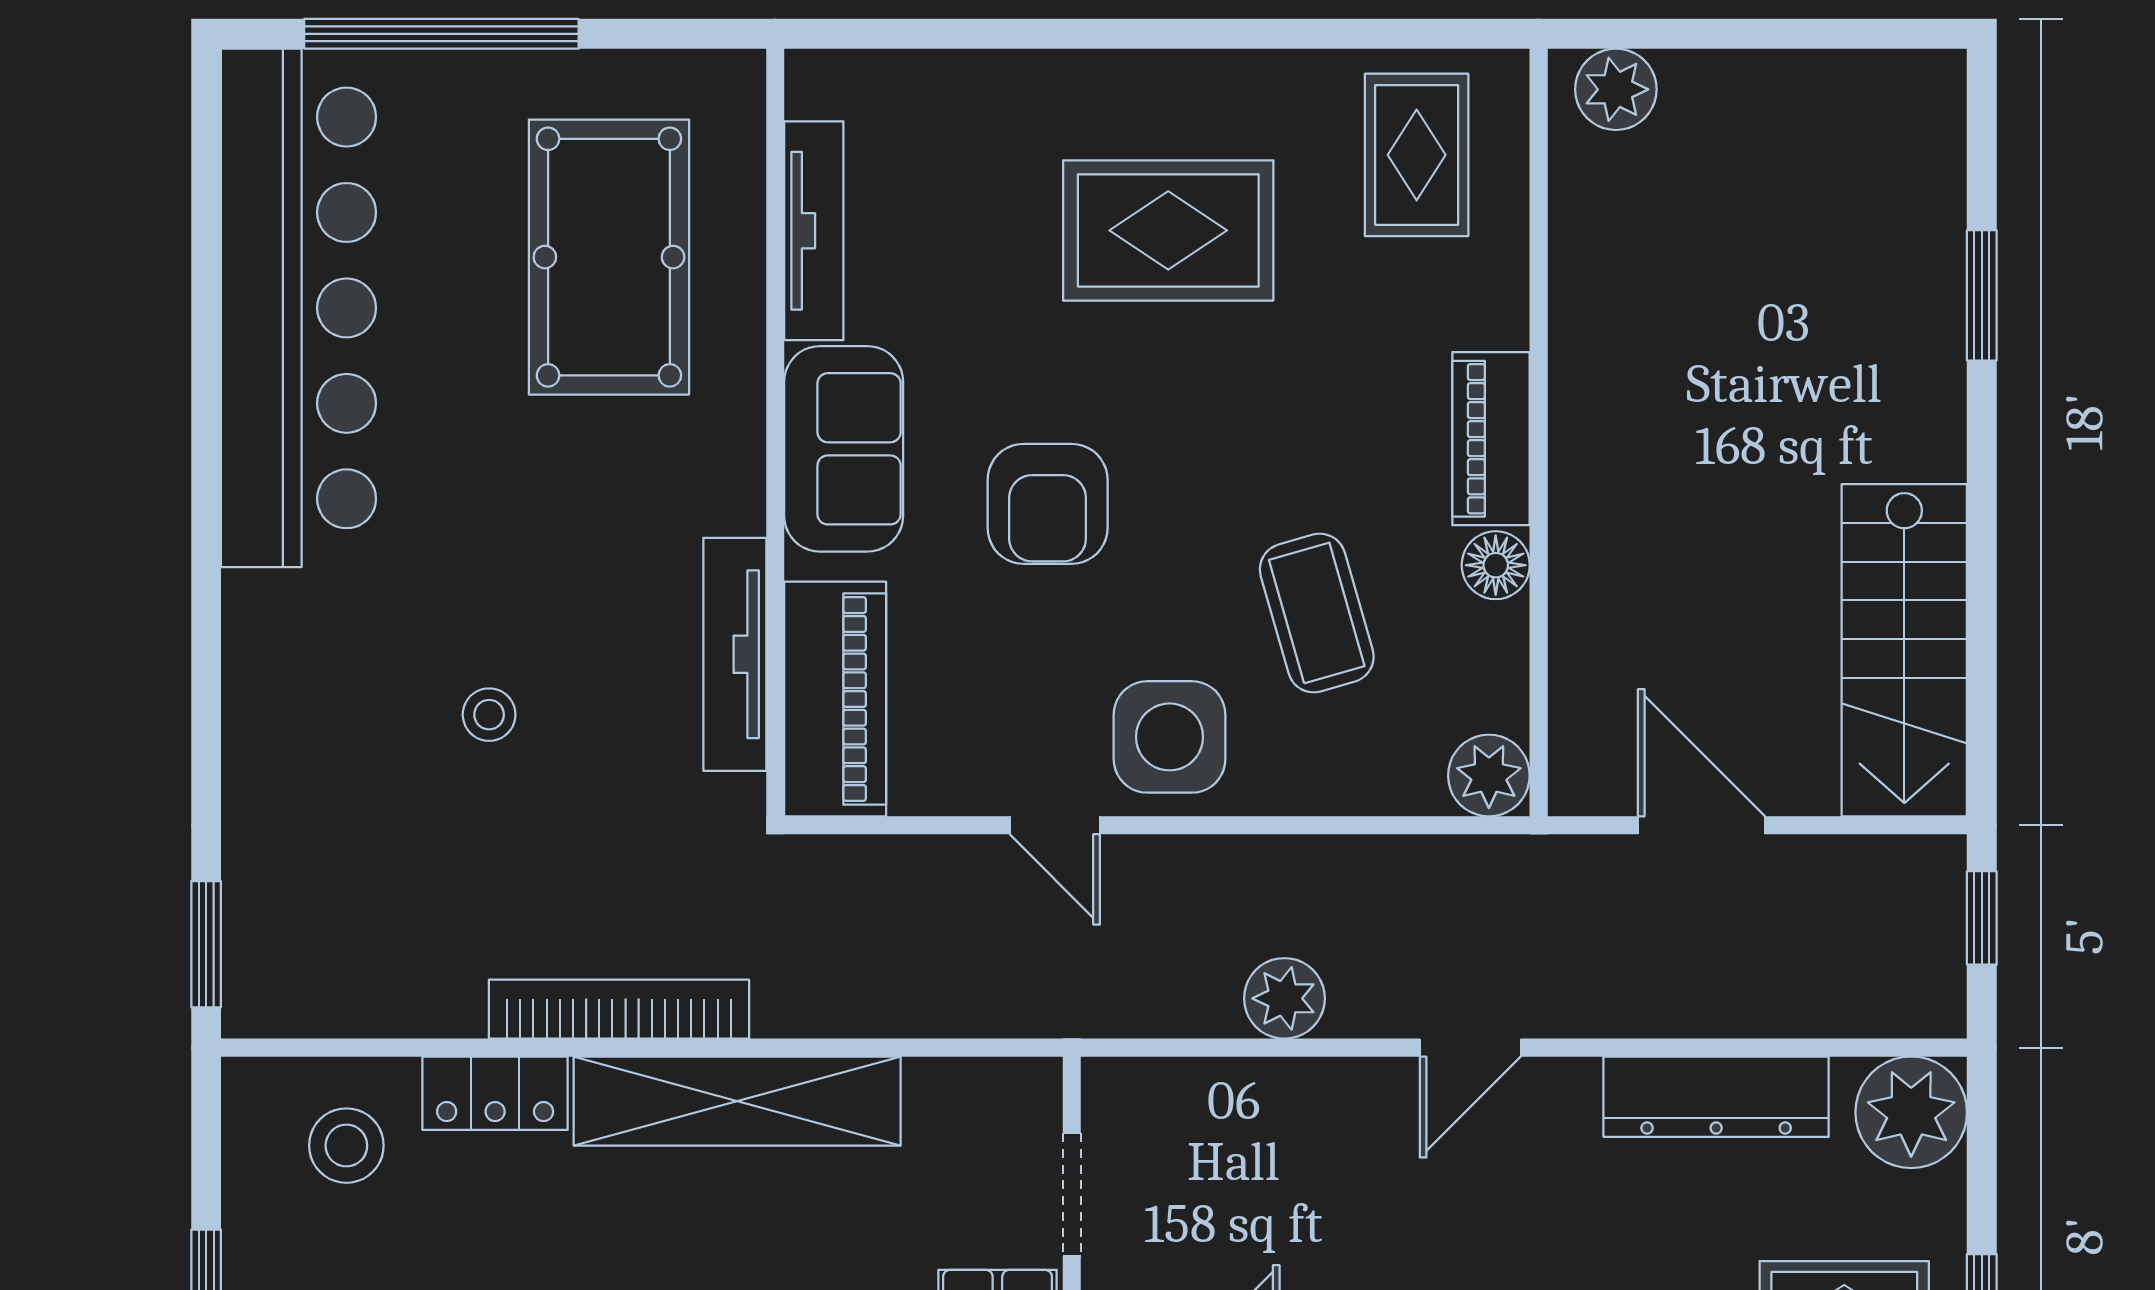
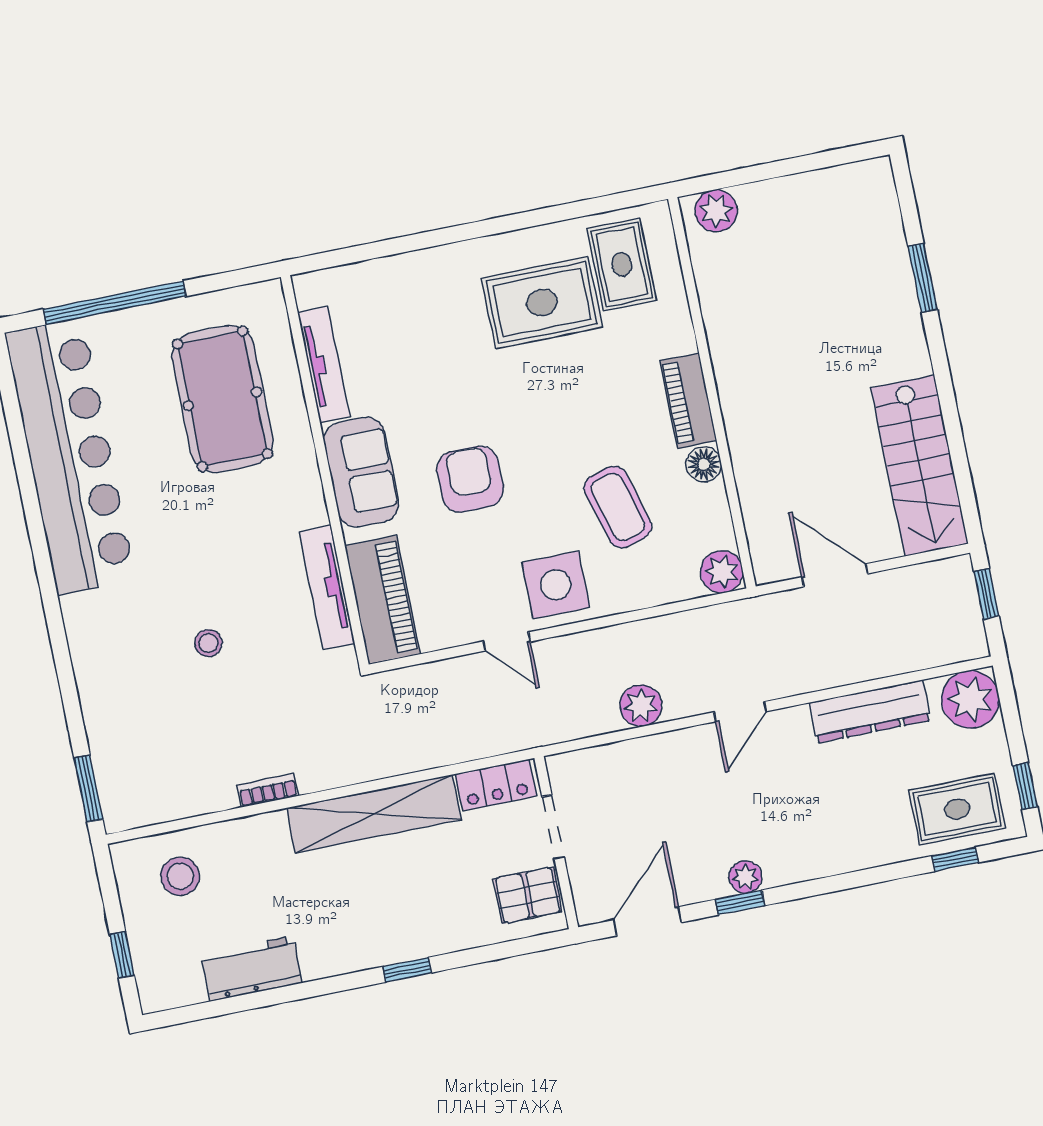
rug: (1168, 230) -> (542, 303), moved
armchair: (1048, 504) -> (470, 479), turned 180
bookcase: (619, 1009) -> (268, 790), width x0.43, depth x0.76
locker: (495, 1093) -> (496, 785), moved

